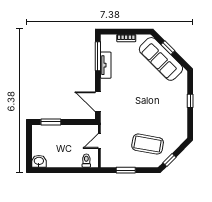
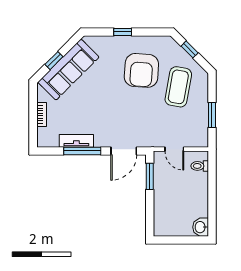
window: (98, 56) -> (82, 151), moved
armchair: (160, 116) -> (141, 70), added
window: (51, 122) -> (150, 176), moved
window: (169, 160) -> (190, 49), moved

